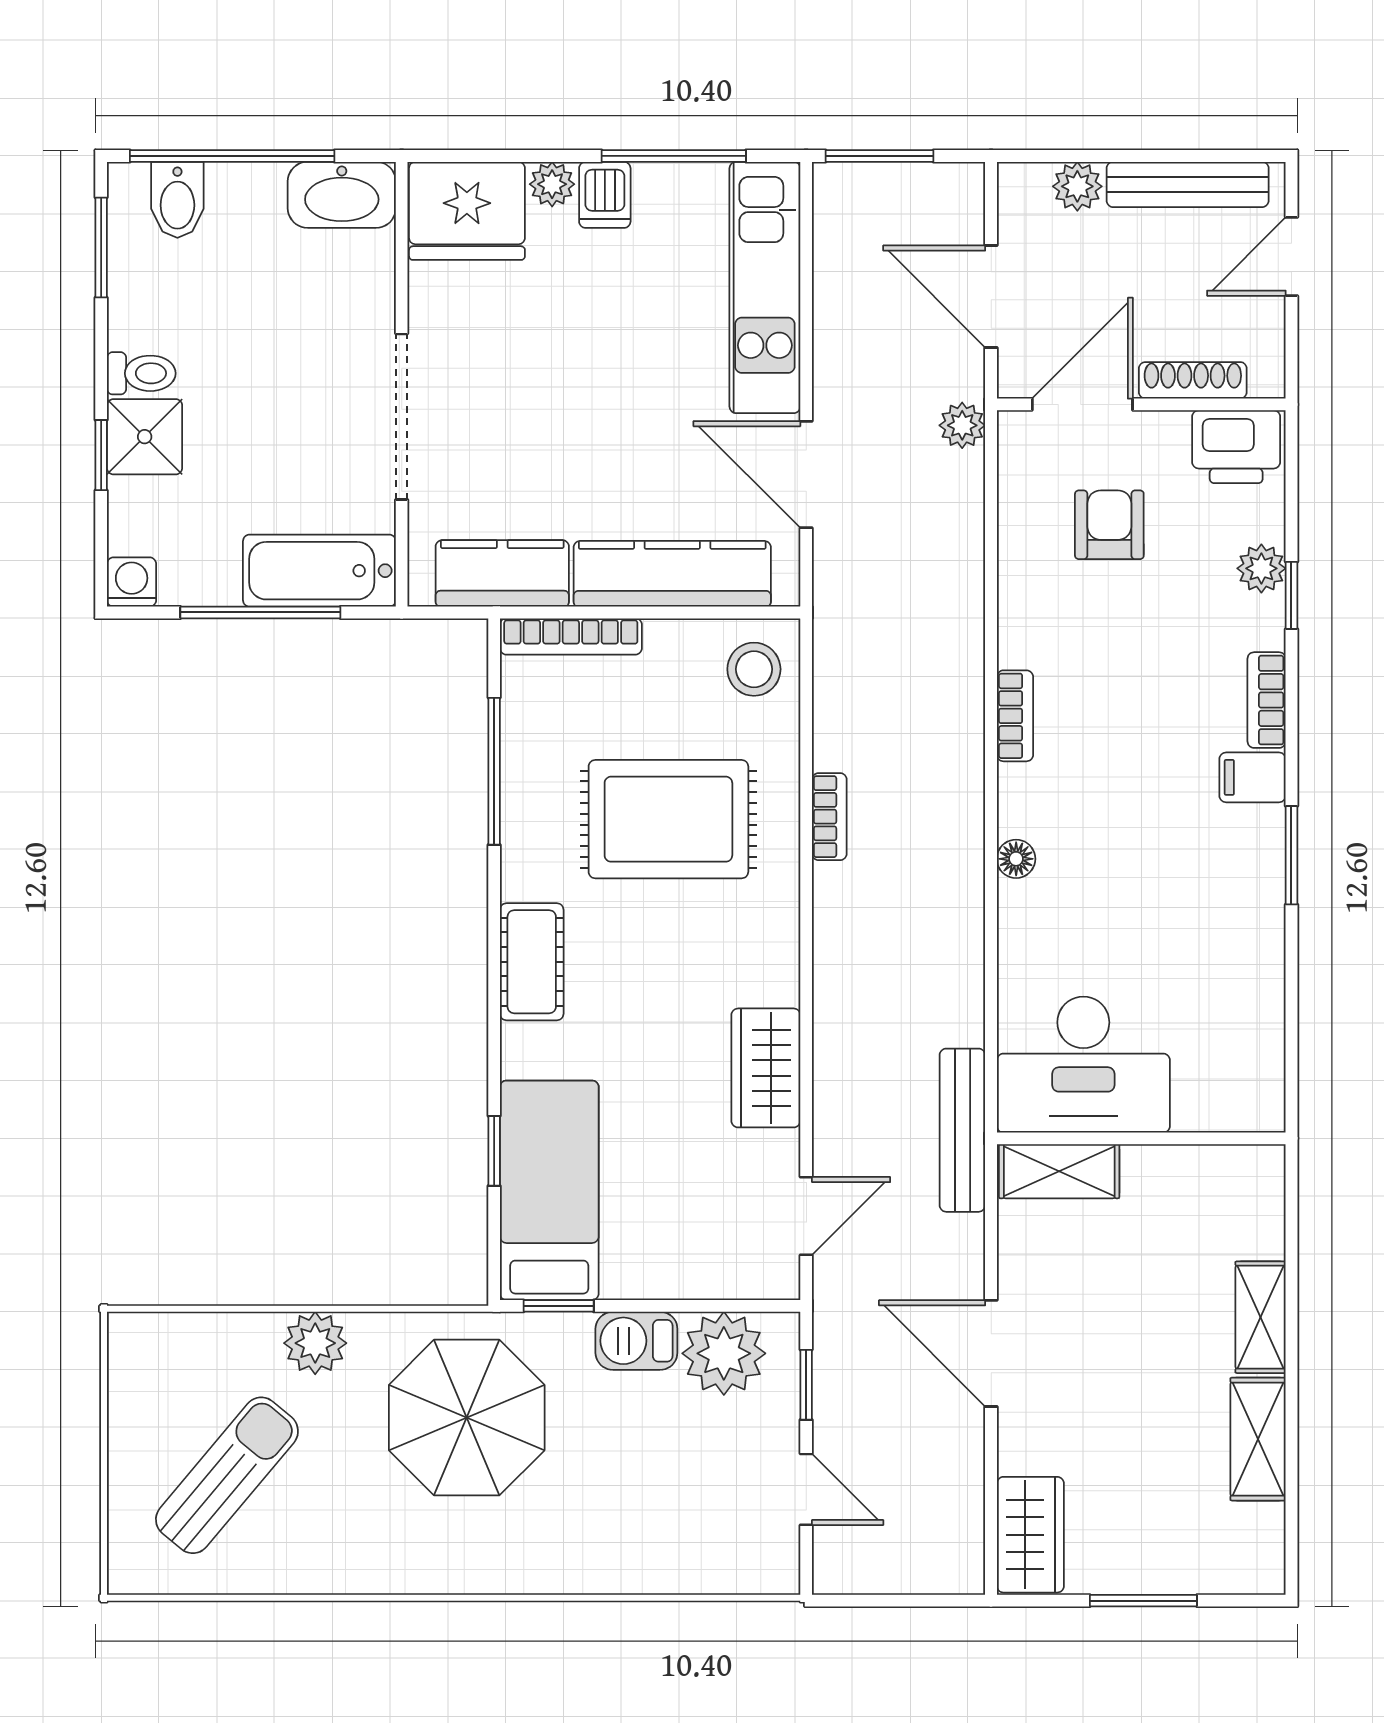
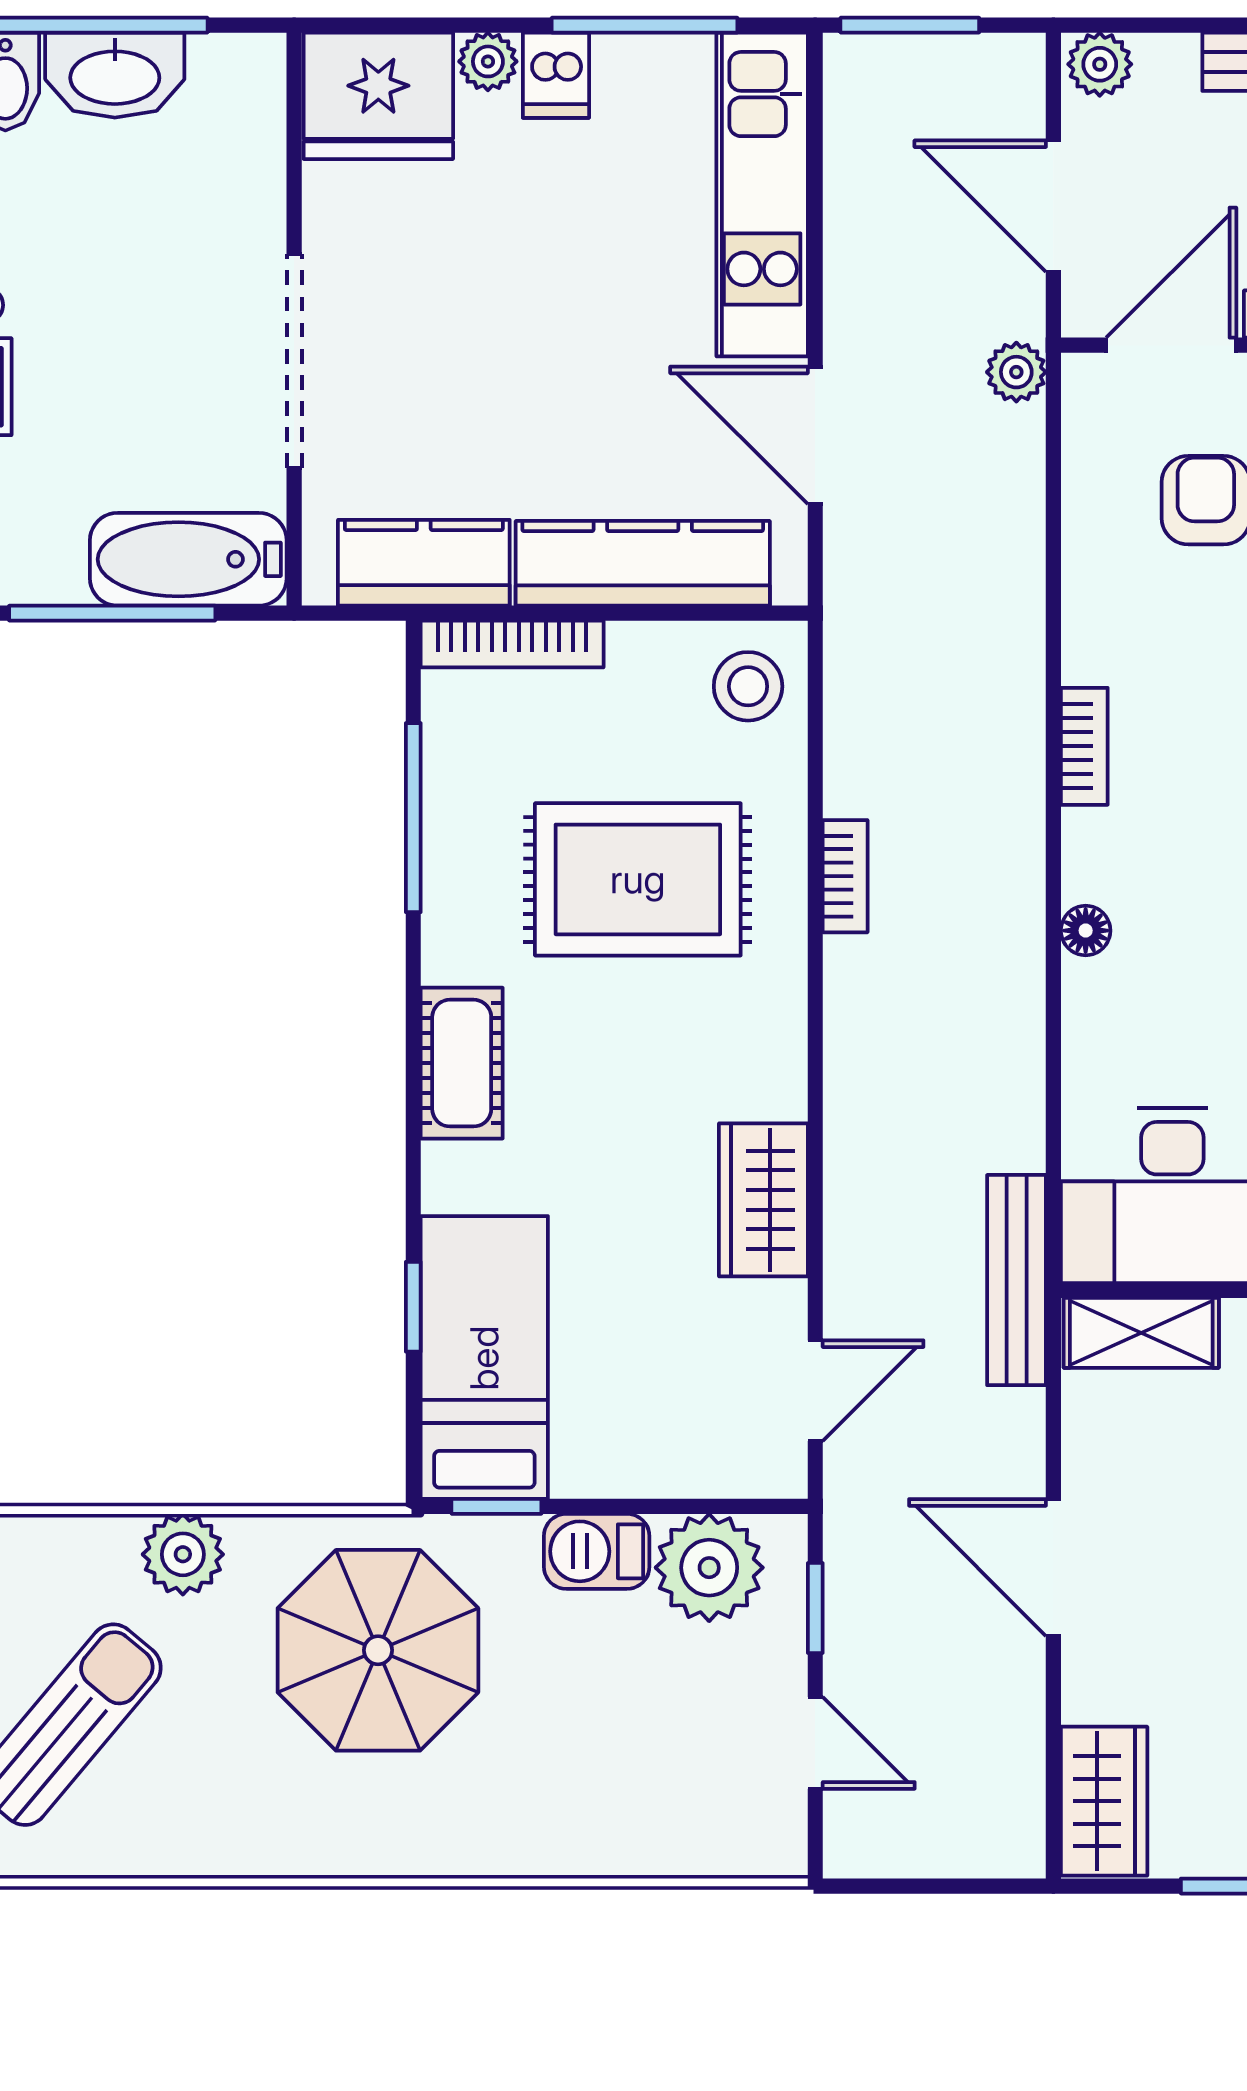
plant: (1077, 186) -> (1100, 64), moved
washbasin: (342, 195) -> (115, 75), moved

